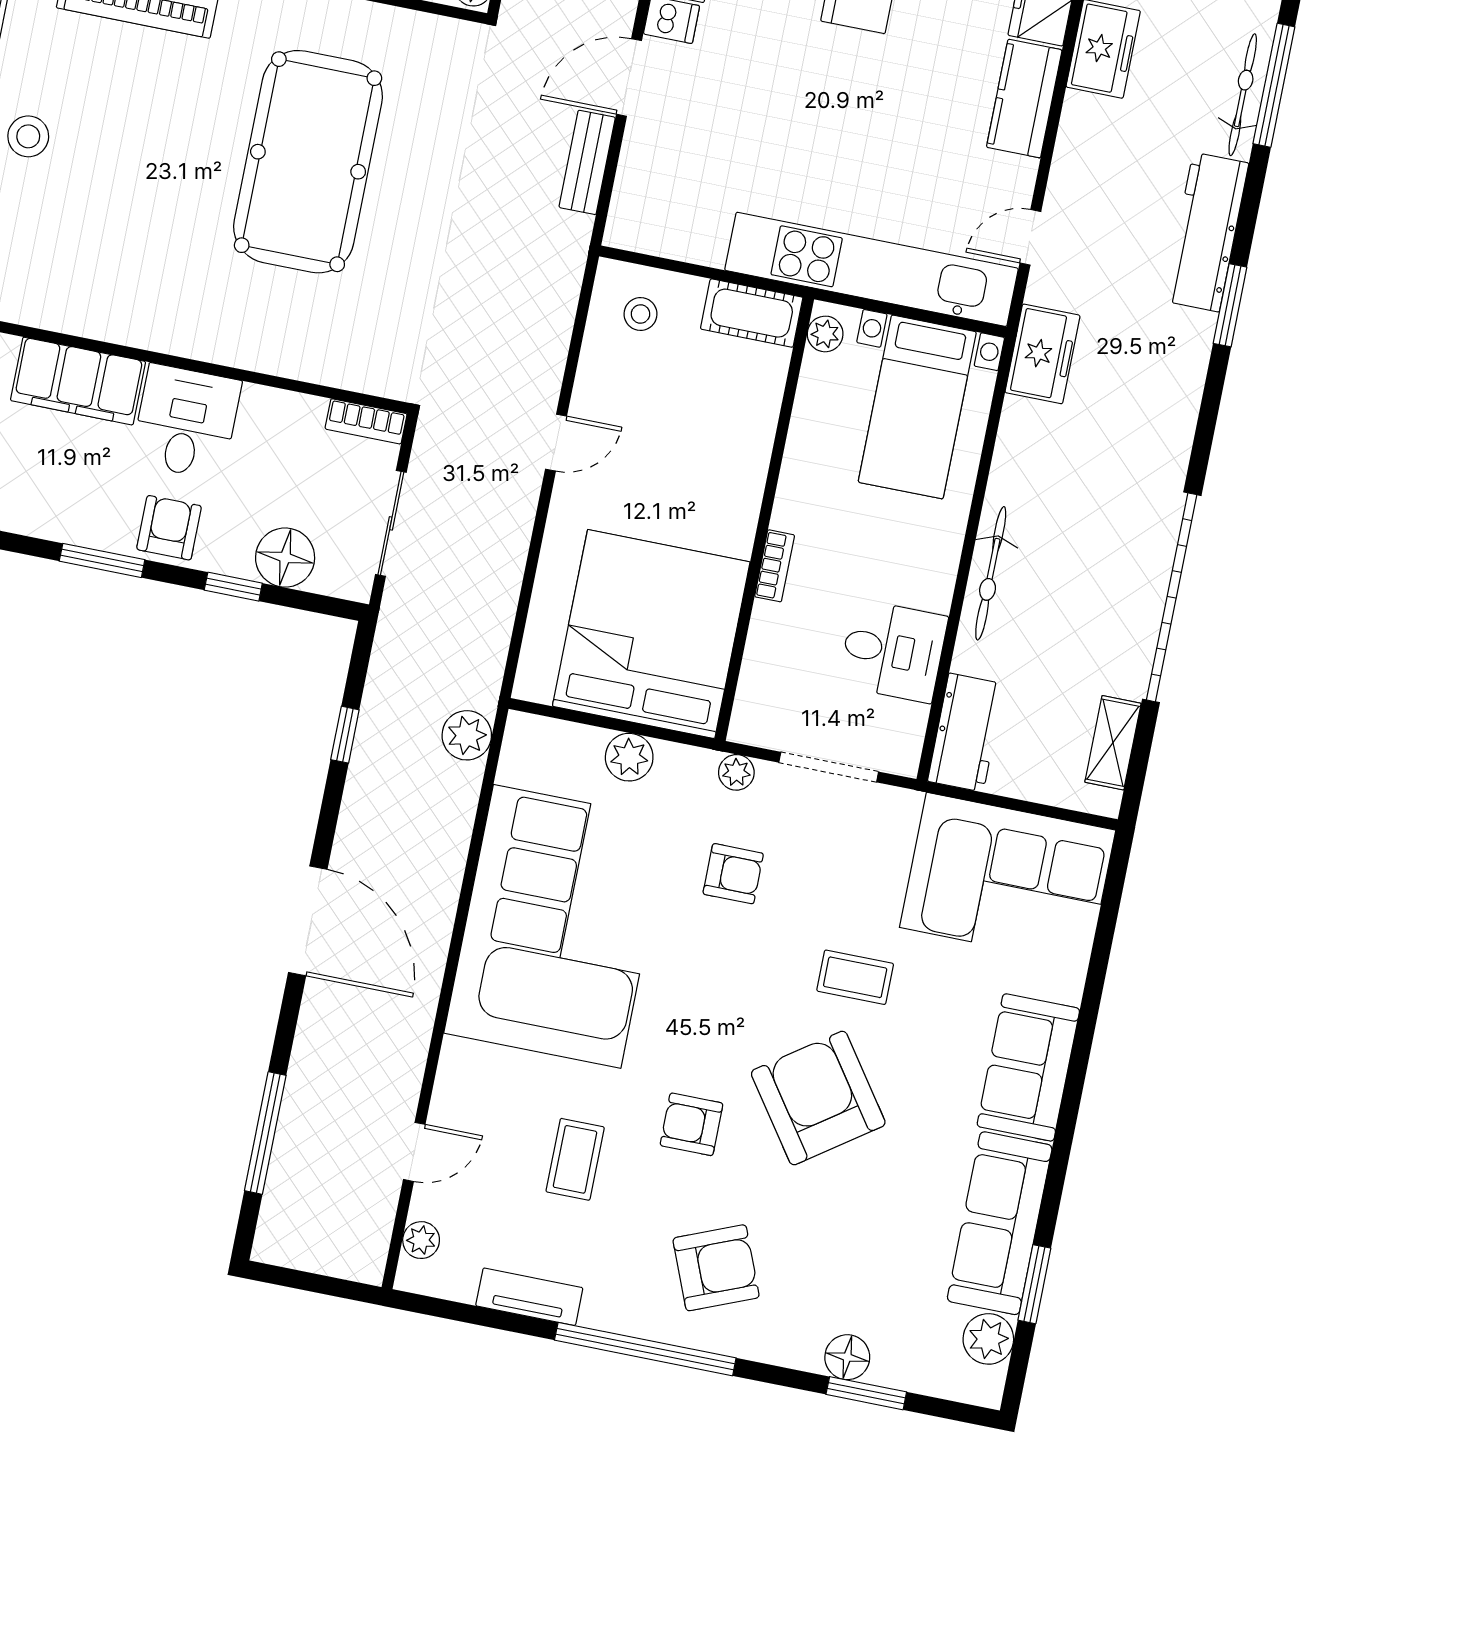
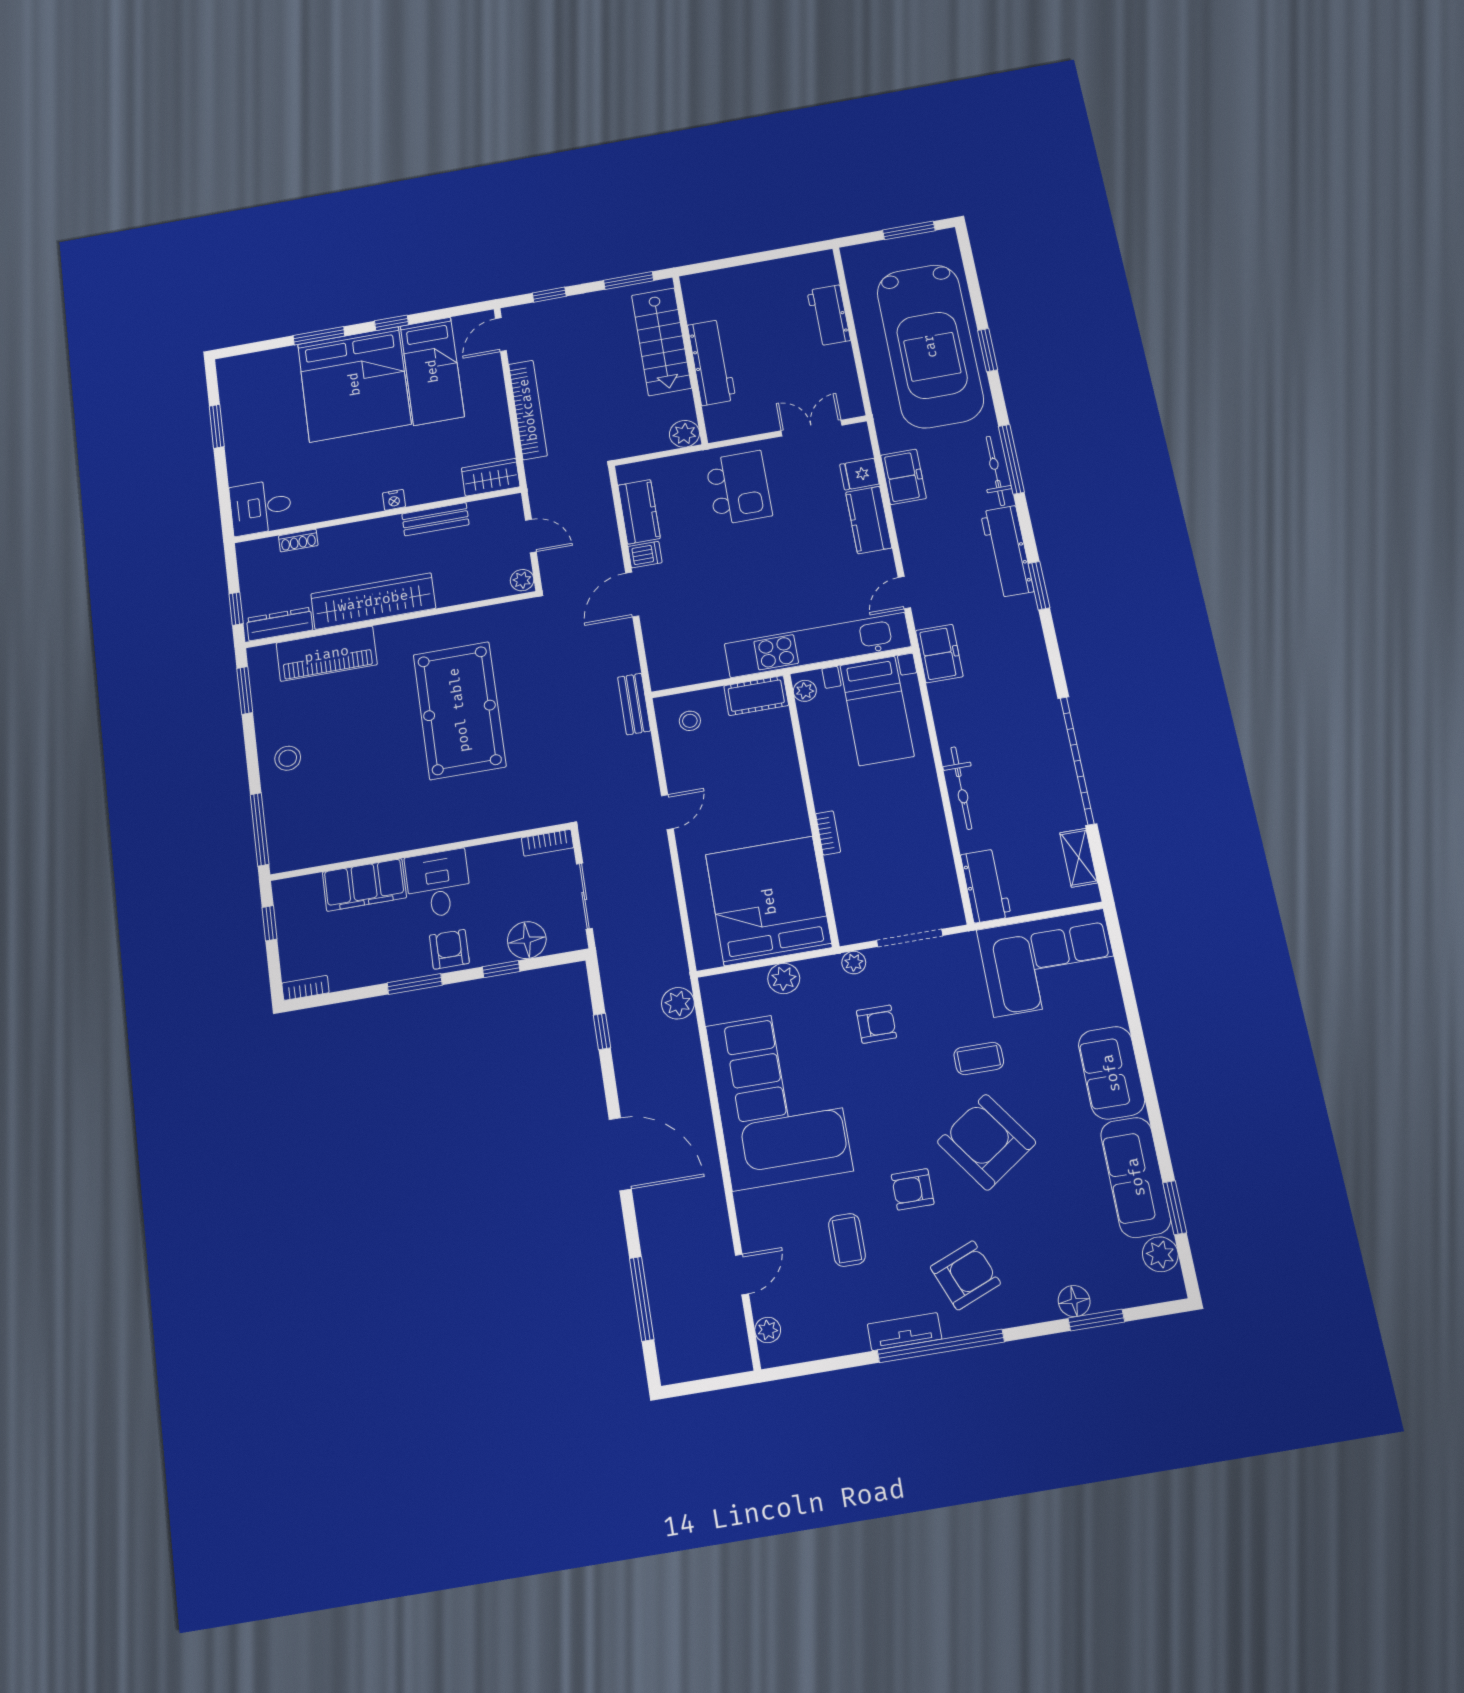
bench: (587, 162) -> (634, 704), moved
desk: (893, 651) -> (921, 855), removed
tv unit: (529, 1297) -> (905, 1332), moved

